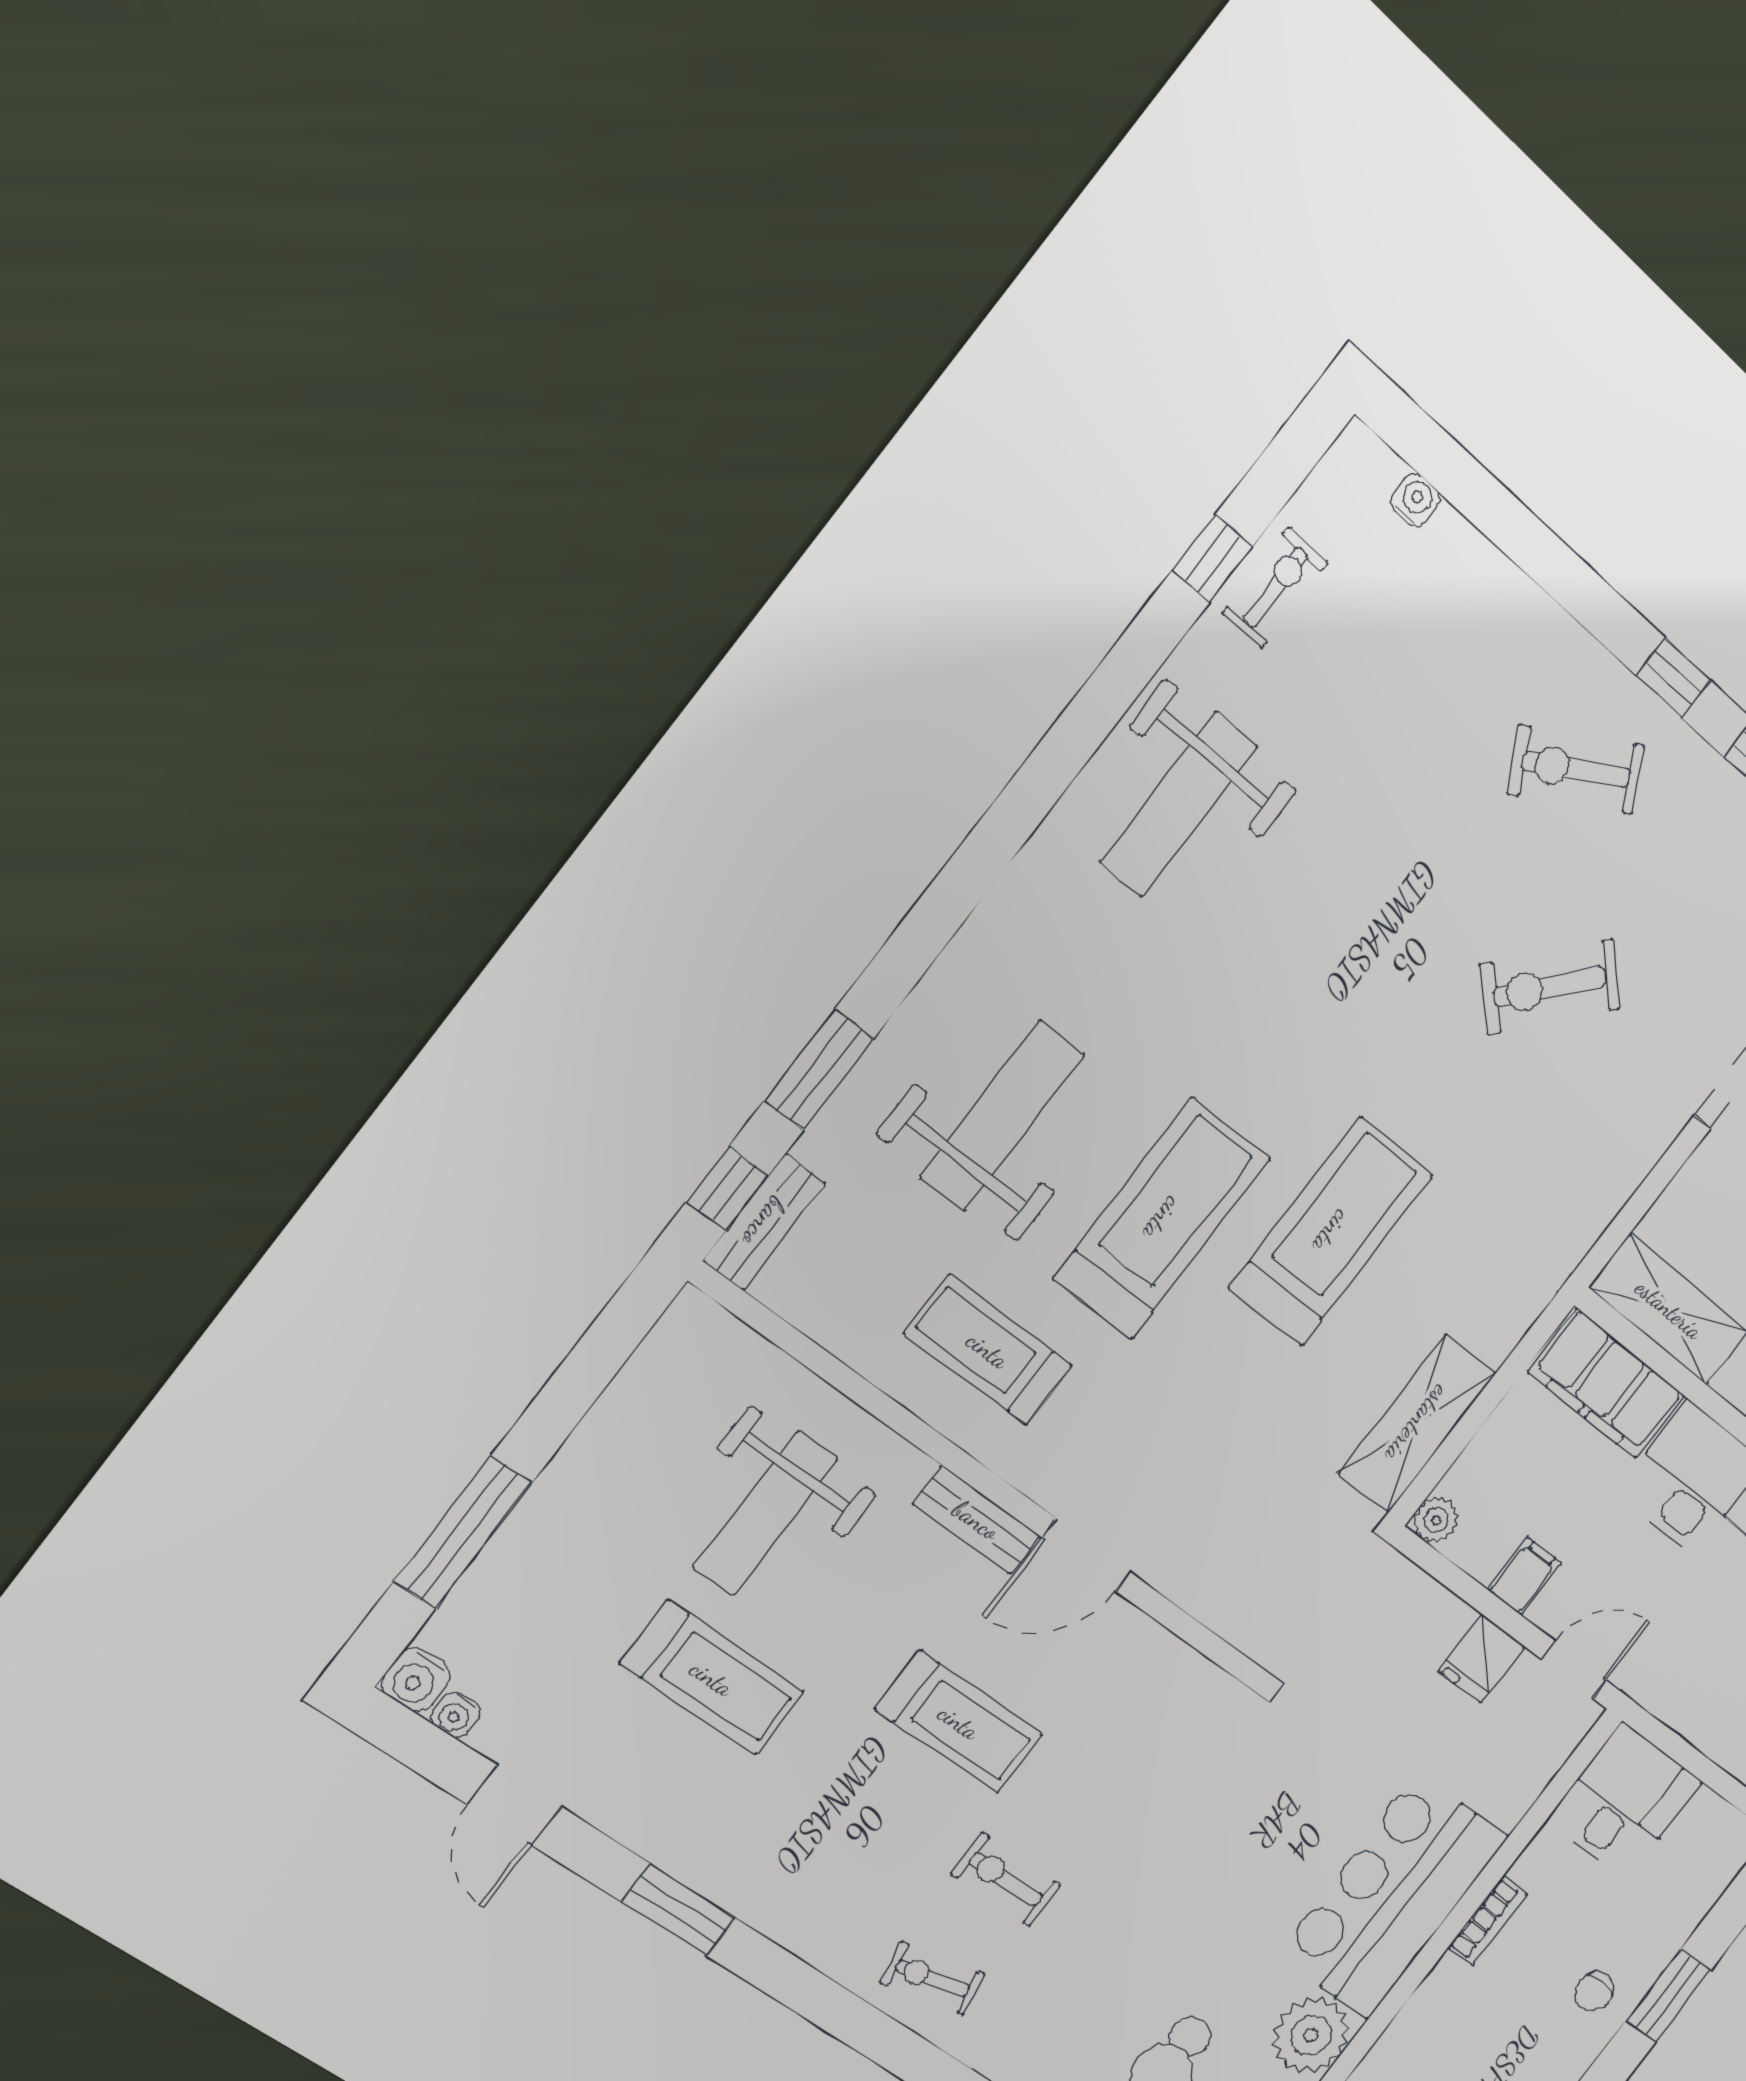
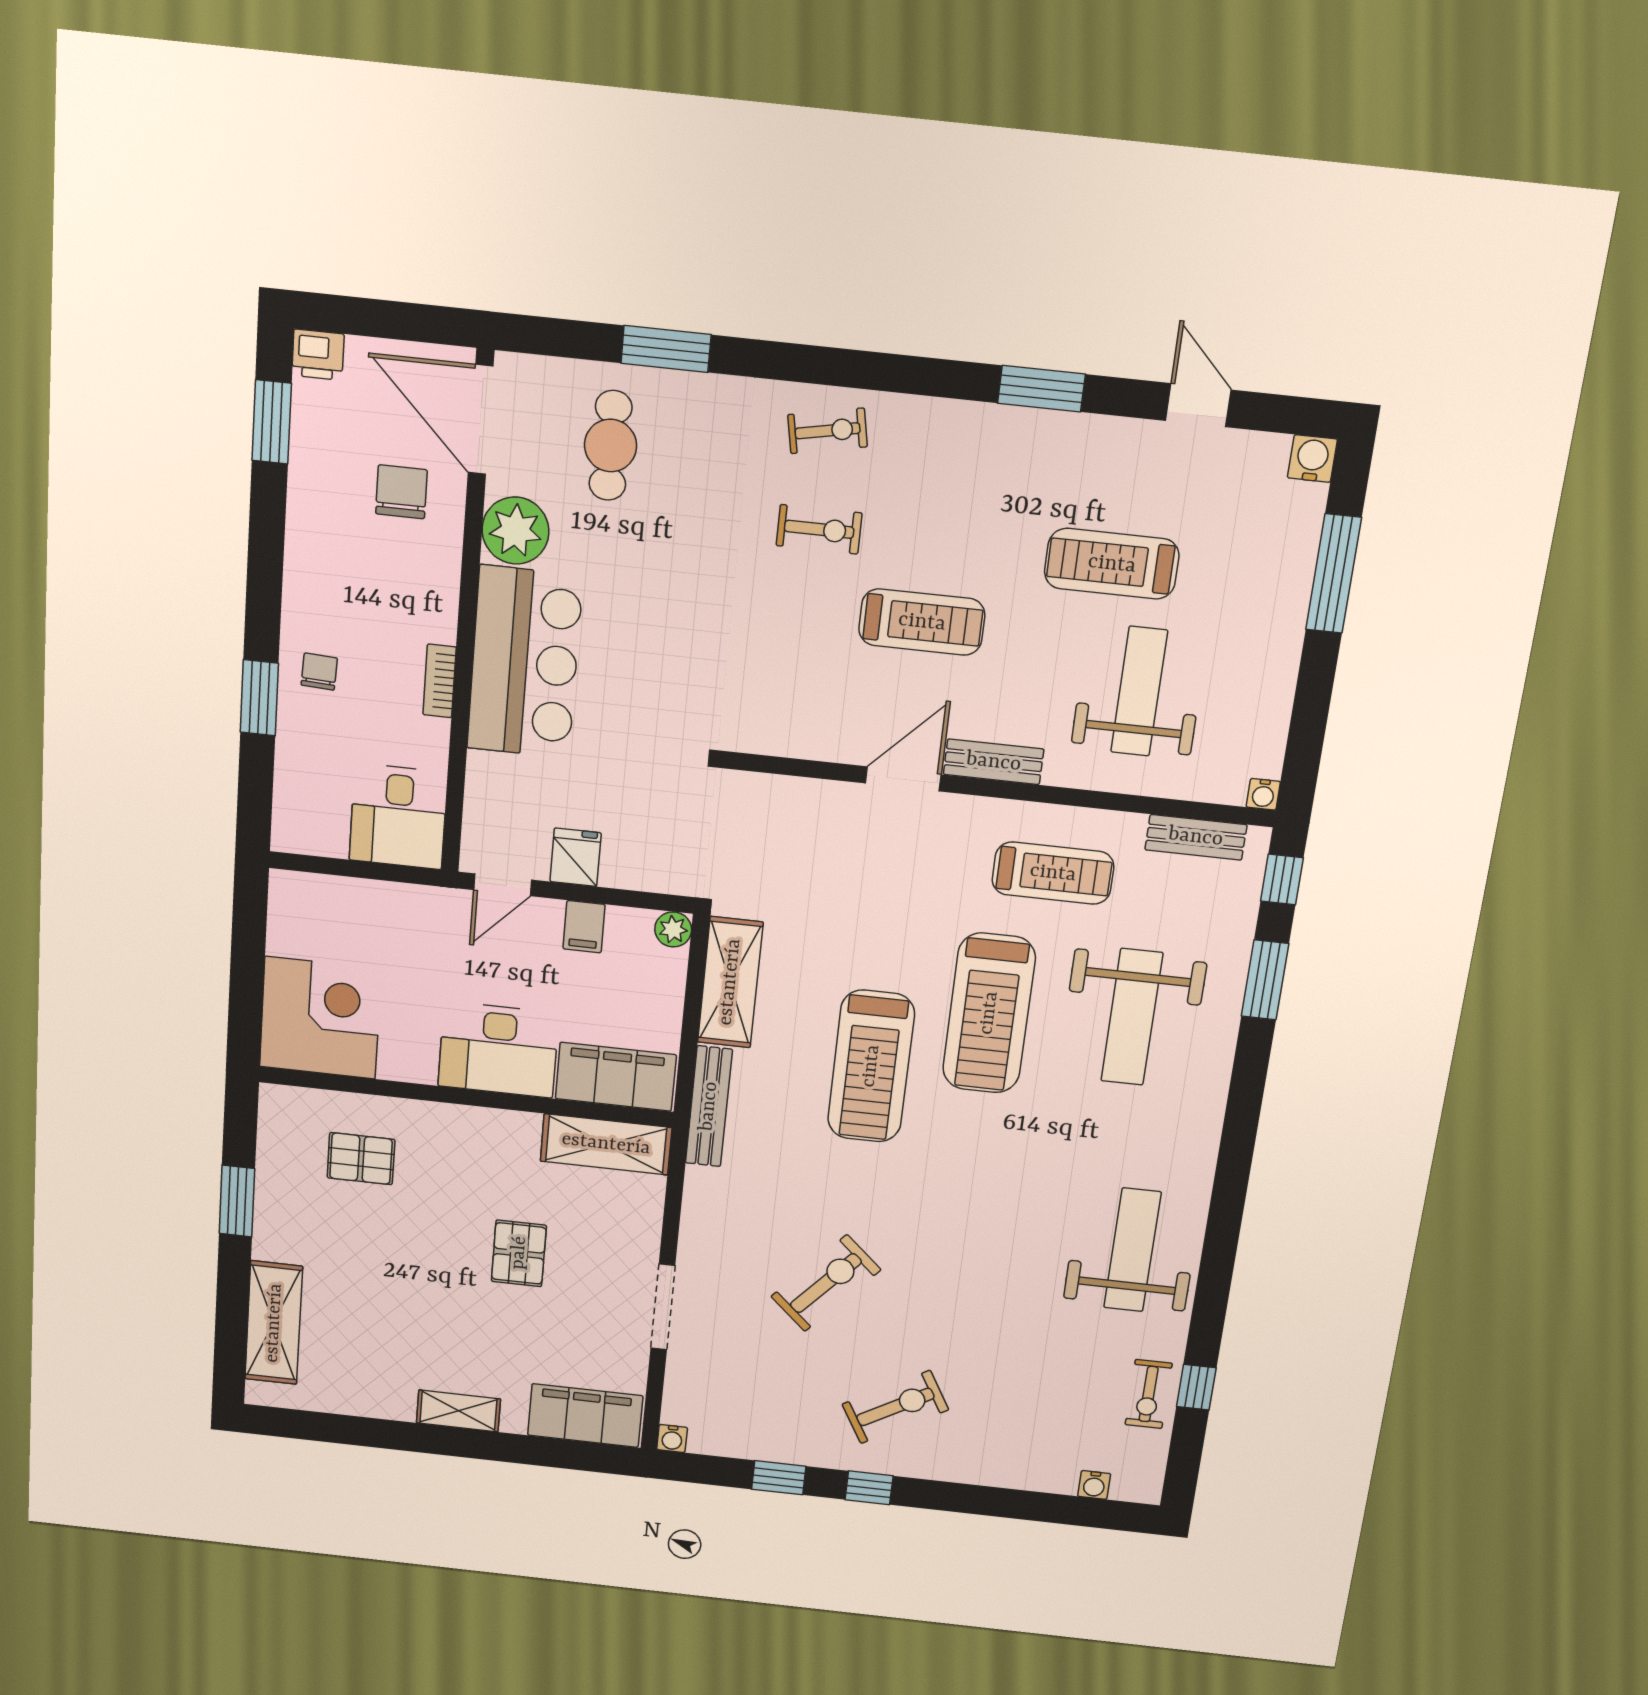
bench: (764, 1222) -> (1196, 837), moved, turned 90
bench: (1534, 1289) -> (709, 1106), added
water cooler: (456, 1715) -> (1263, 794), moved, turned 180
treadmill: (959, 1722) -> (922, 622), turned 180

